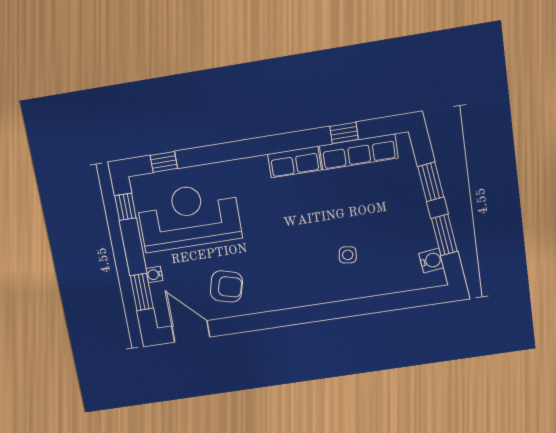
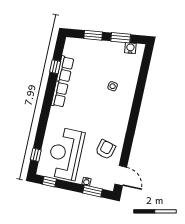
row of seats: (359, 152) -> (65, 69), width x0.68
door: (191, 332) -> (121, 176), swing flipped

